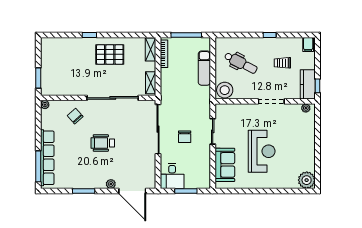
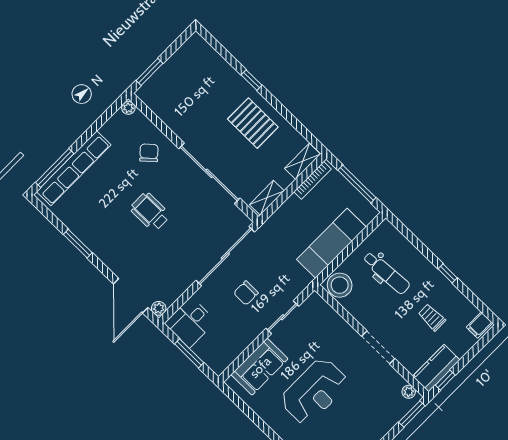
dental chair: (241, 63) -> (386, 273), turned -31
exam couch: (204, 68) -> (331, 243), width x1.36, depth x1.45
window: (317, 117) -> (412, 414), added
plant: (111, 184) -> (159, 308), moved

